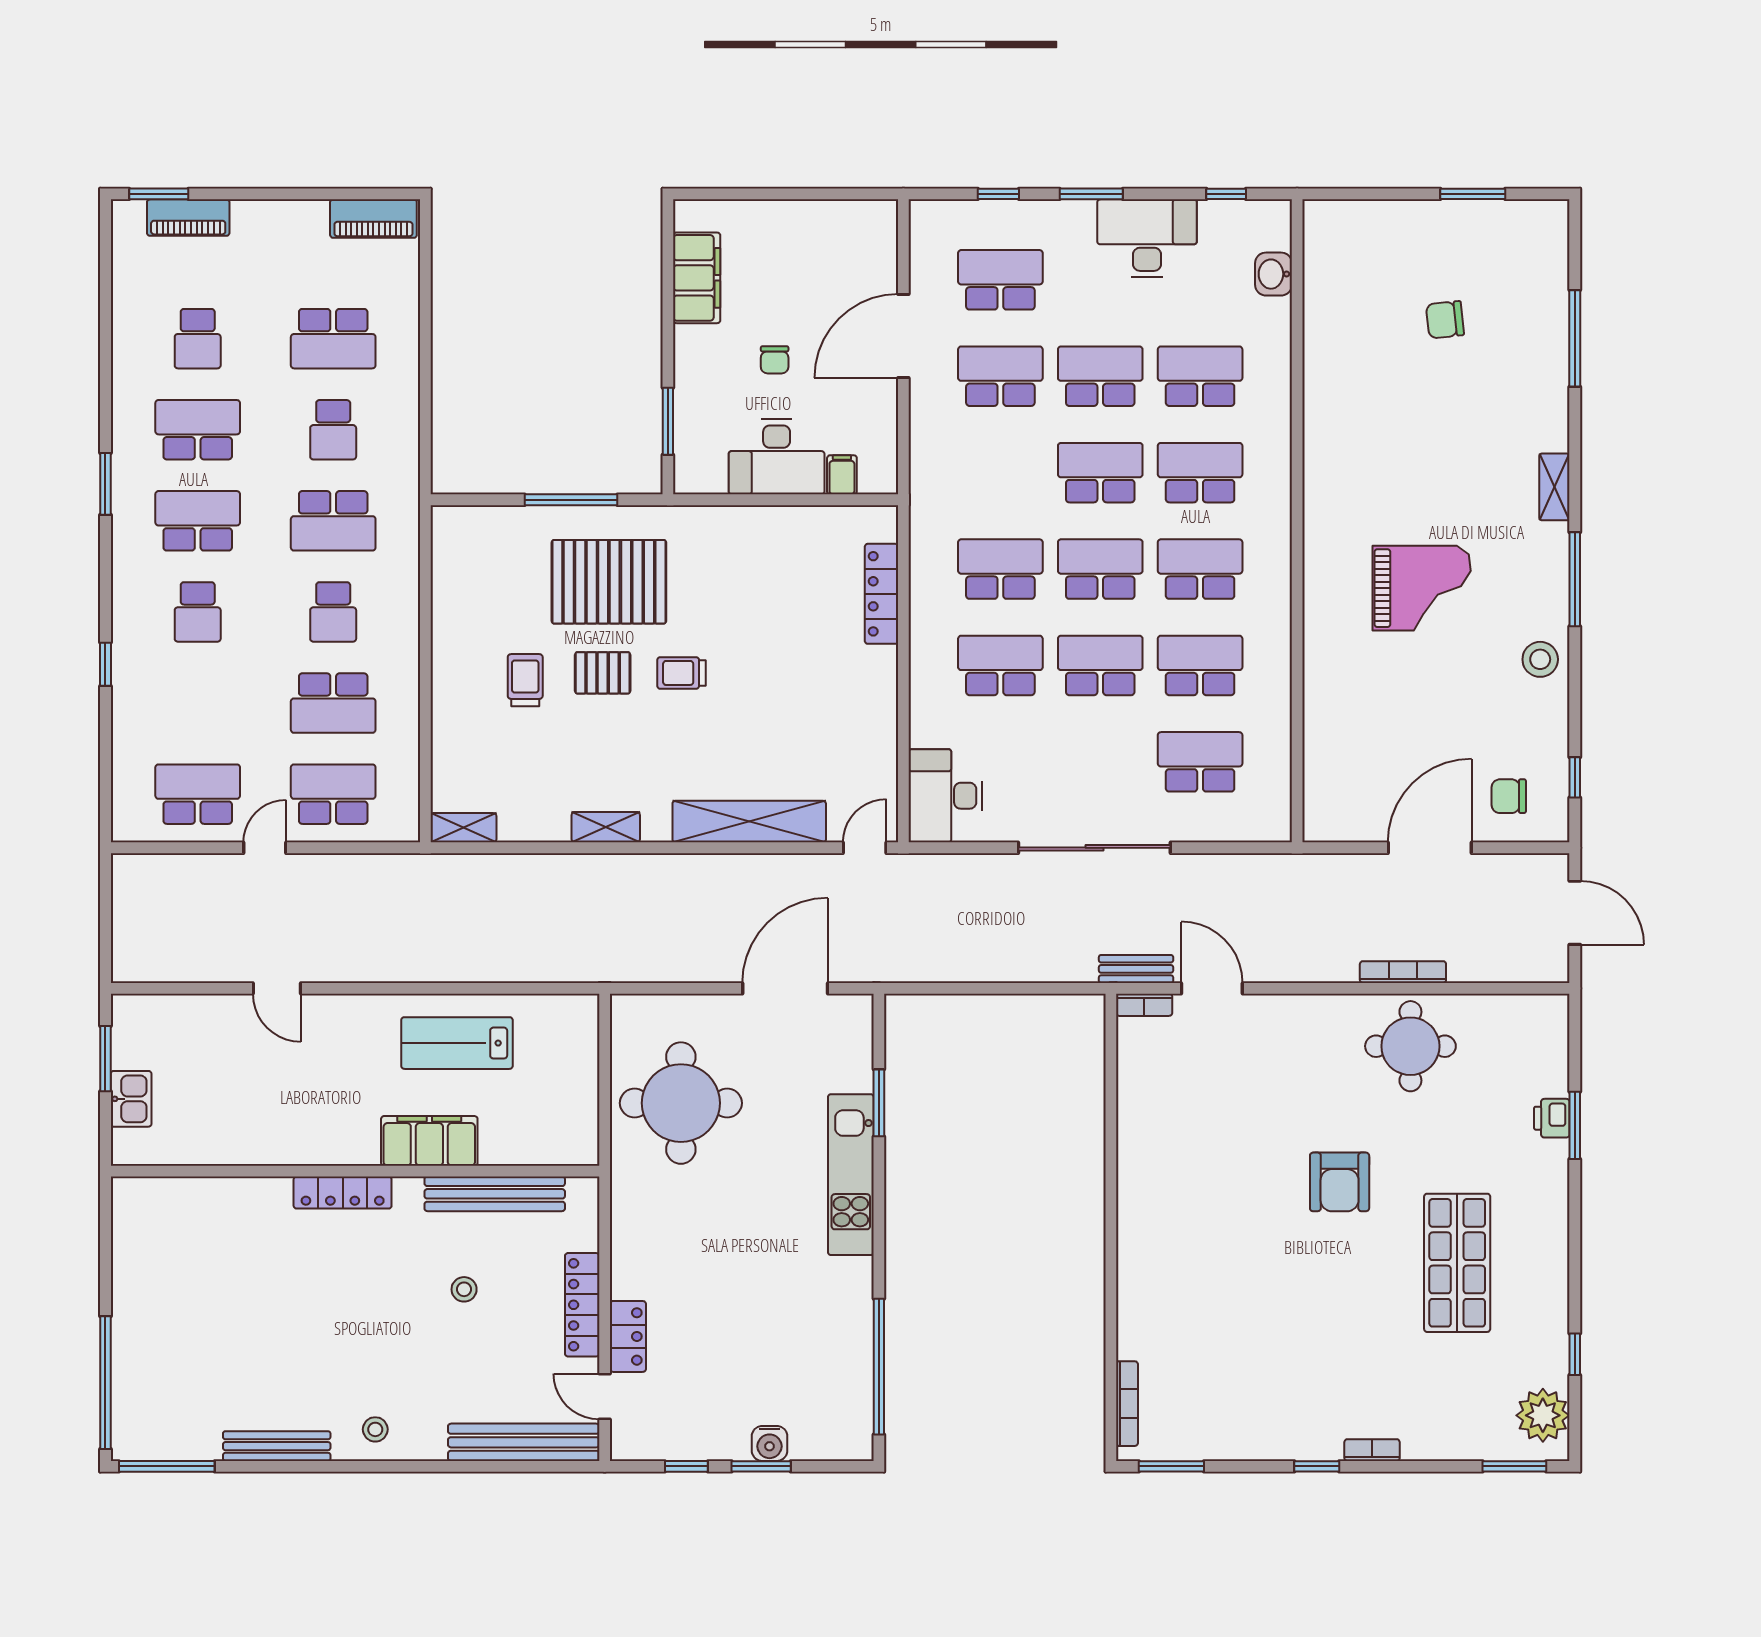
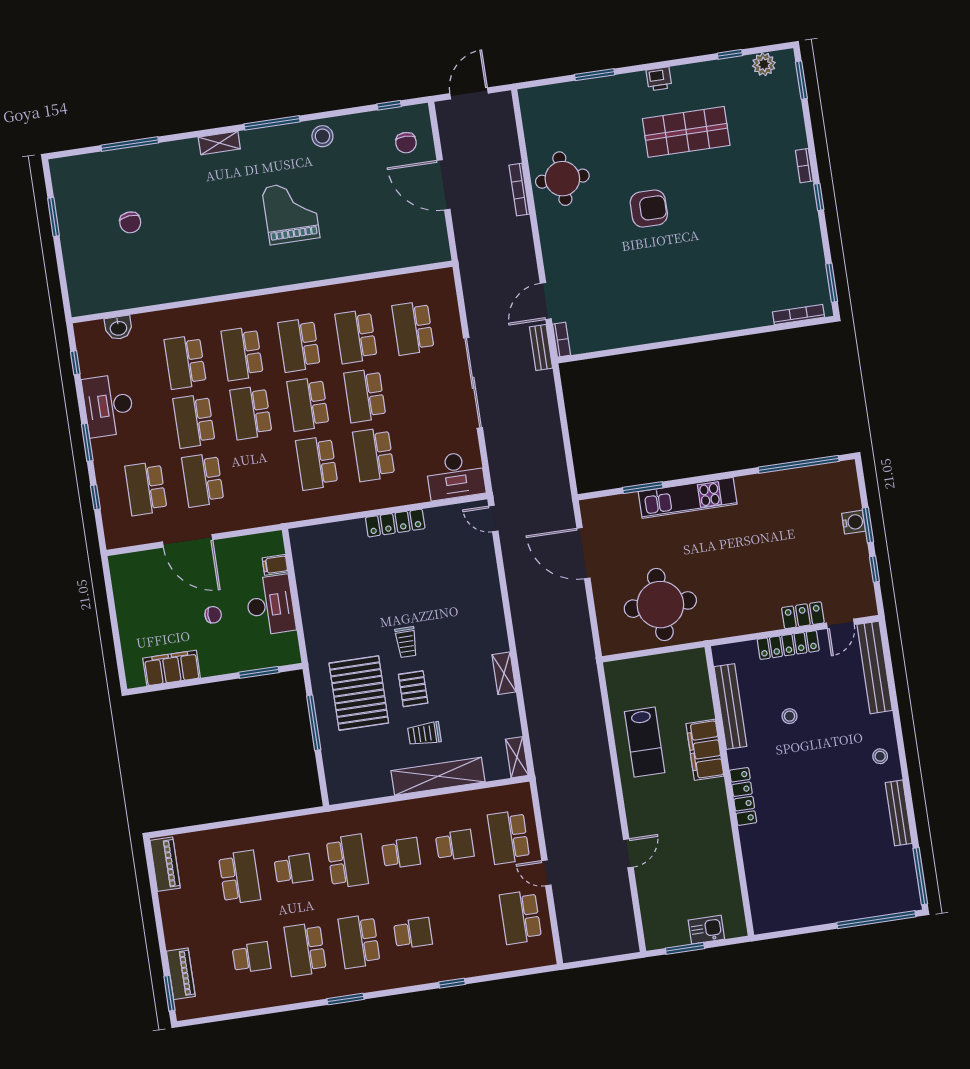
locker: (882, 594) -> (395, 523), moved
school desk: (333, 703) -> (455, 845), width x0.54
shelving: (749, 822) -> (438, 776), moved, turned 90
printer: (1552, 1118) -> (659, 79), moved
plant: (1543, 1415) -> (764, 64), width x0.73, depth x0.73

